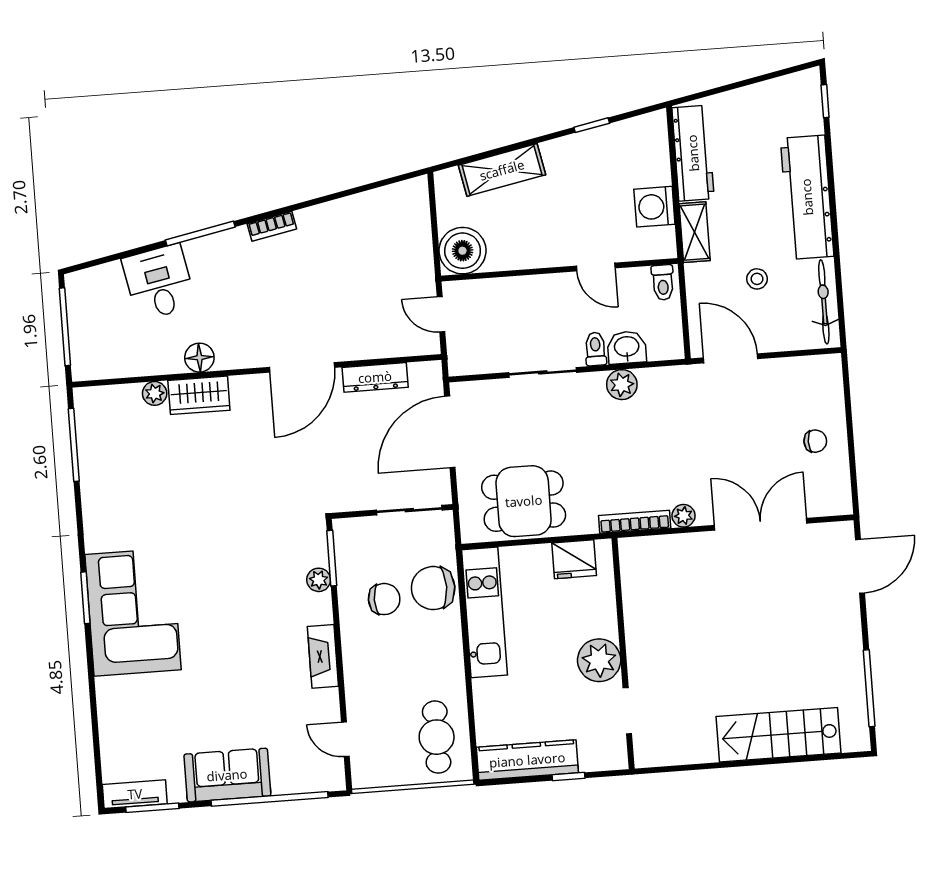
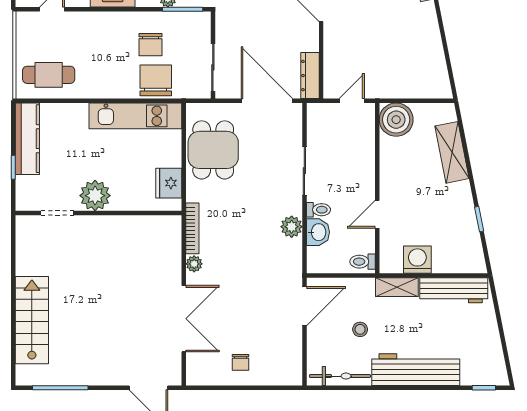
dresser: (375, 377) -> (310, 76), moved

